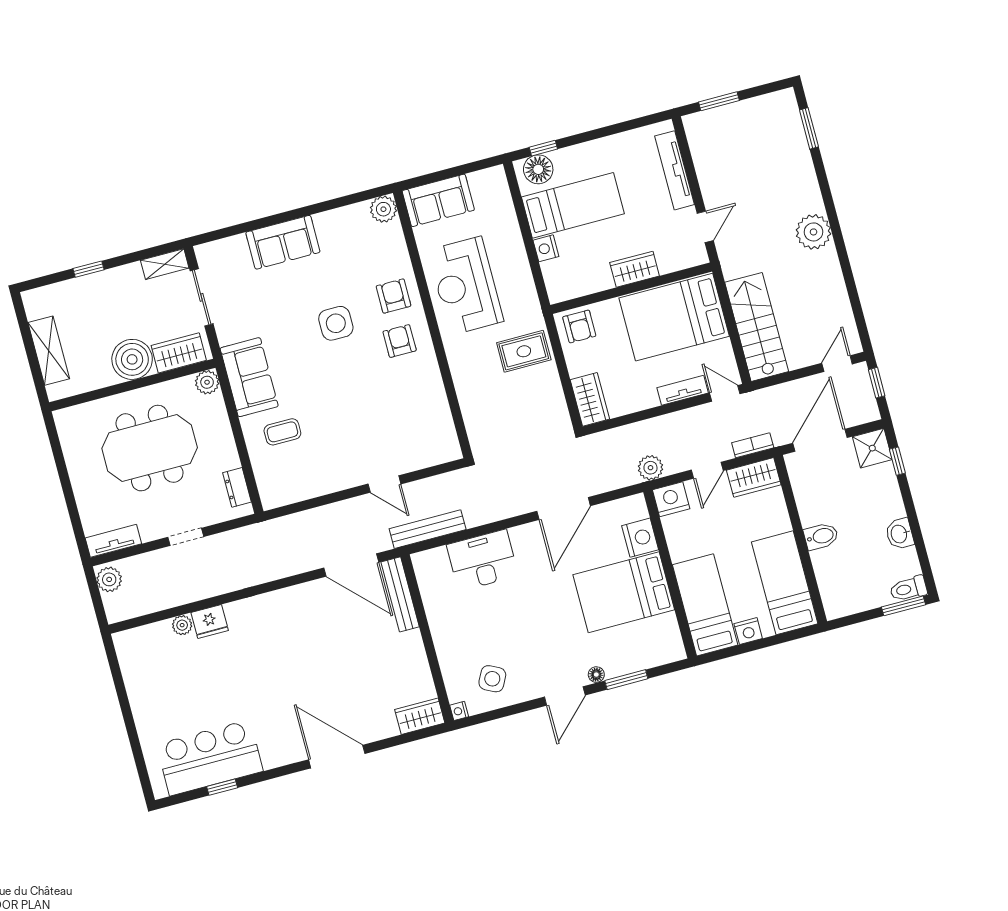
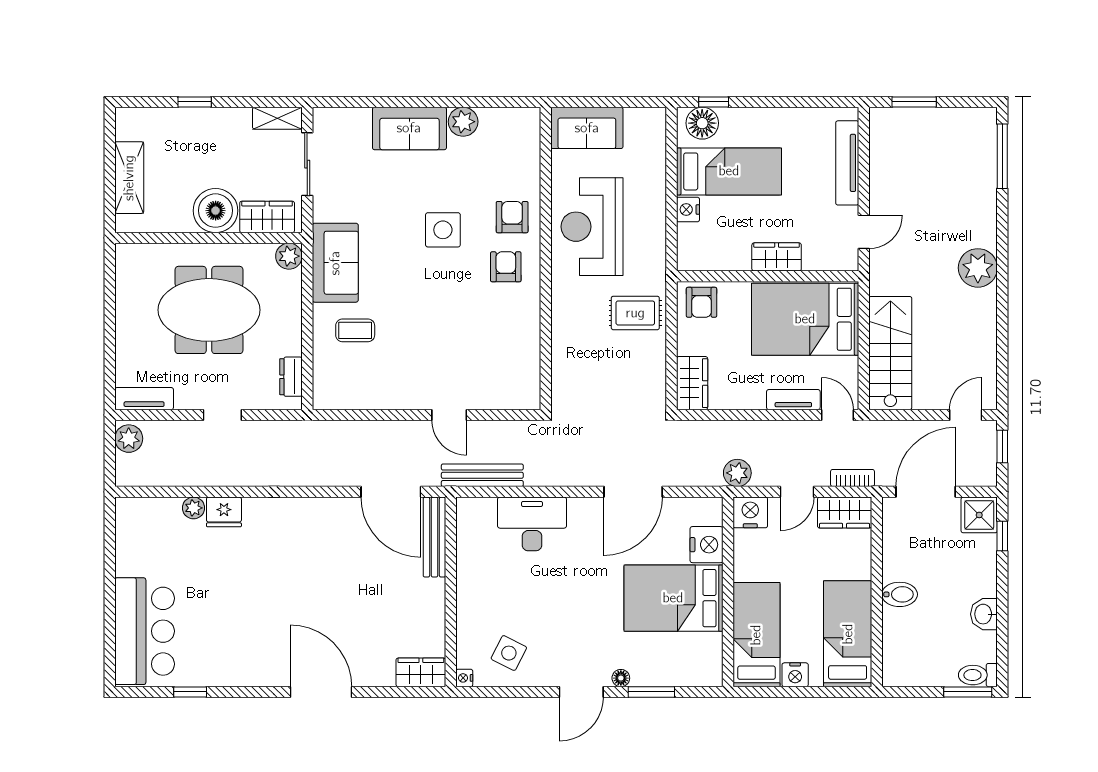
window: (809, 128) -> (1002, 156), width x1.44
plant: (383, 209) -> (463, 122), moved
bar counter: (210, 758) -> (145, 631), moved, turned 90

